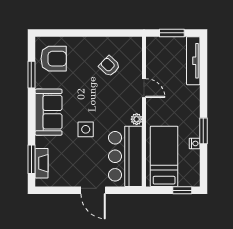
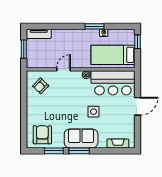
tv unit: (193, 61) -> (39, 34), width x0.71
armchair: (109, 66) -> (41, 86), moved
window: (31, 159) -> (79, 151), moved

